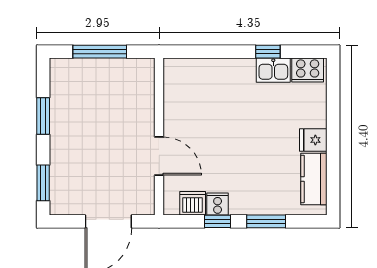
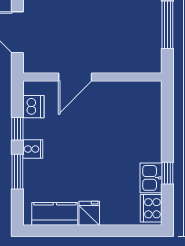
cooker: (218, 204) -> (33, 149), moved

